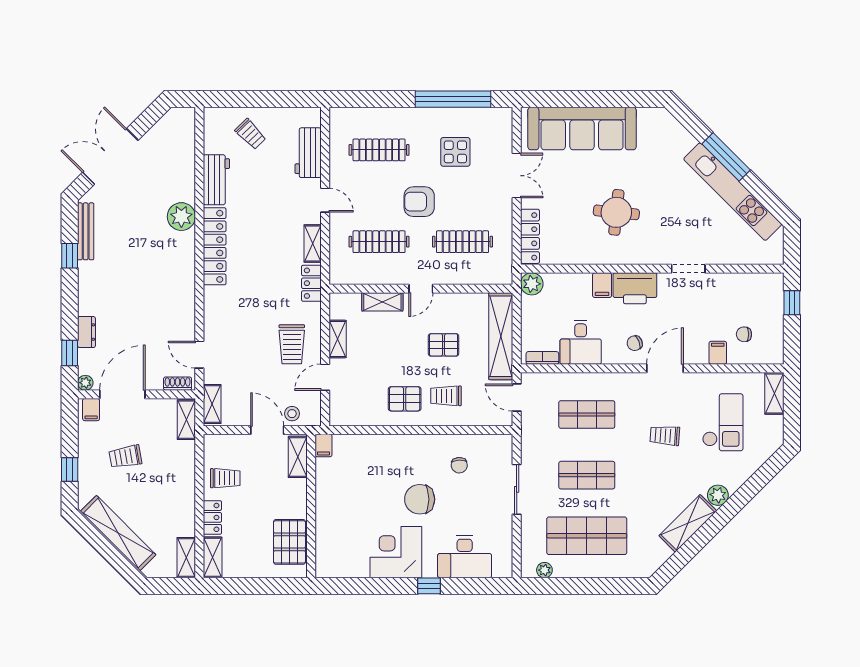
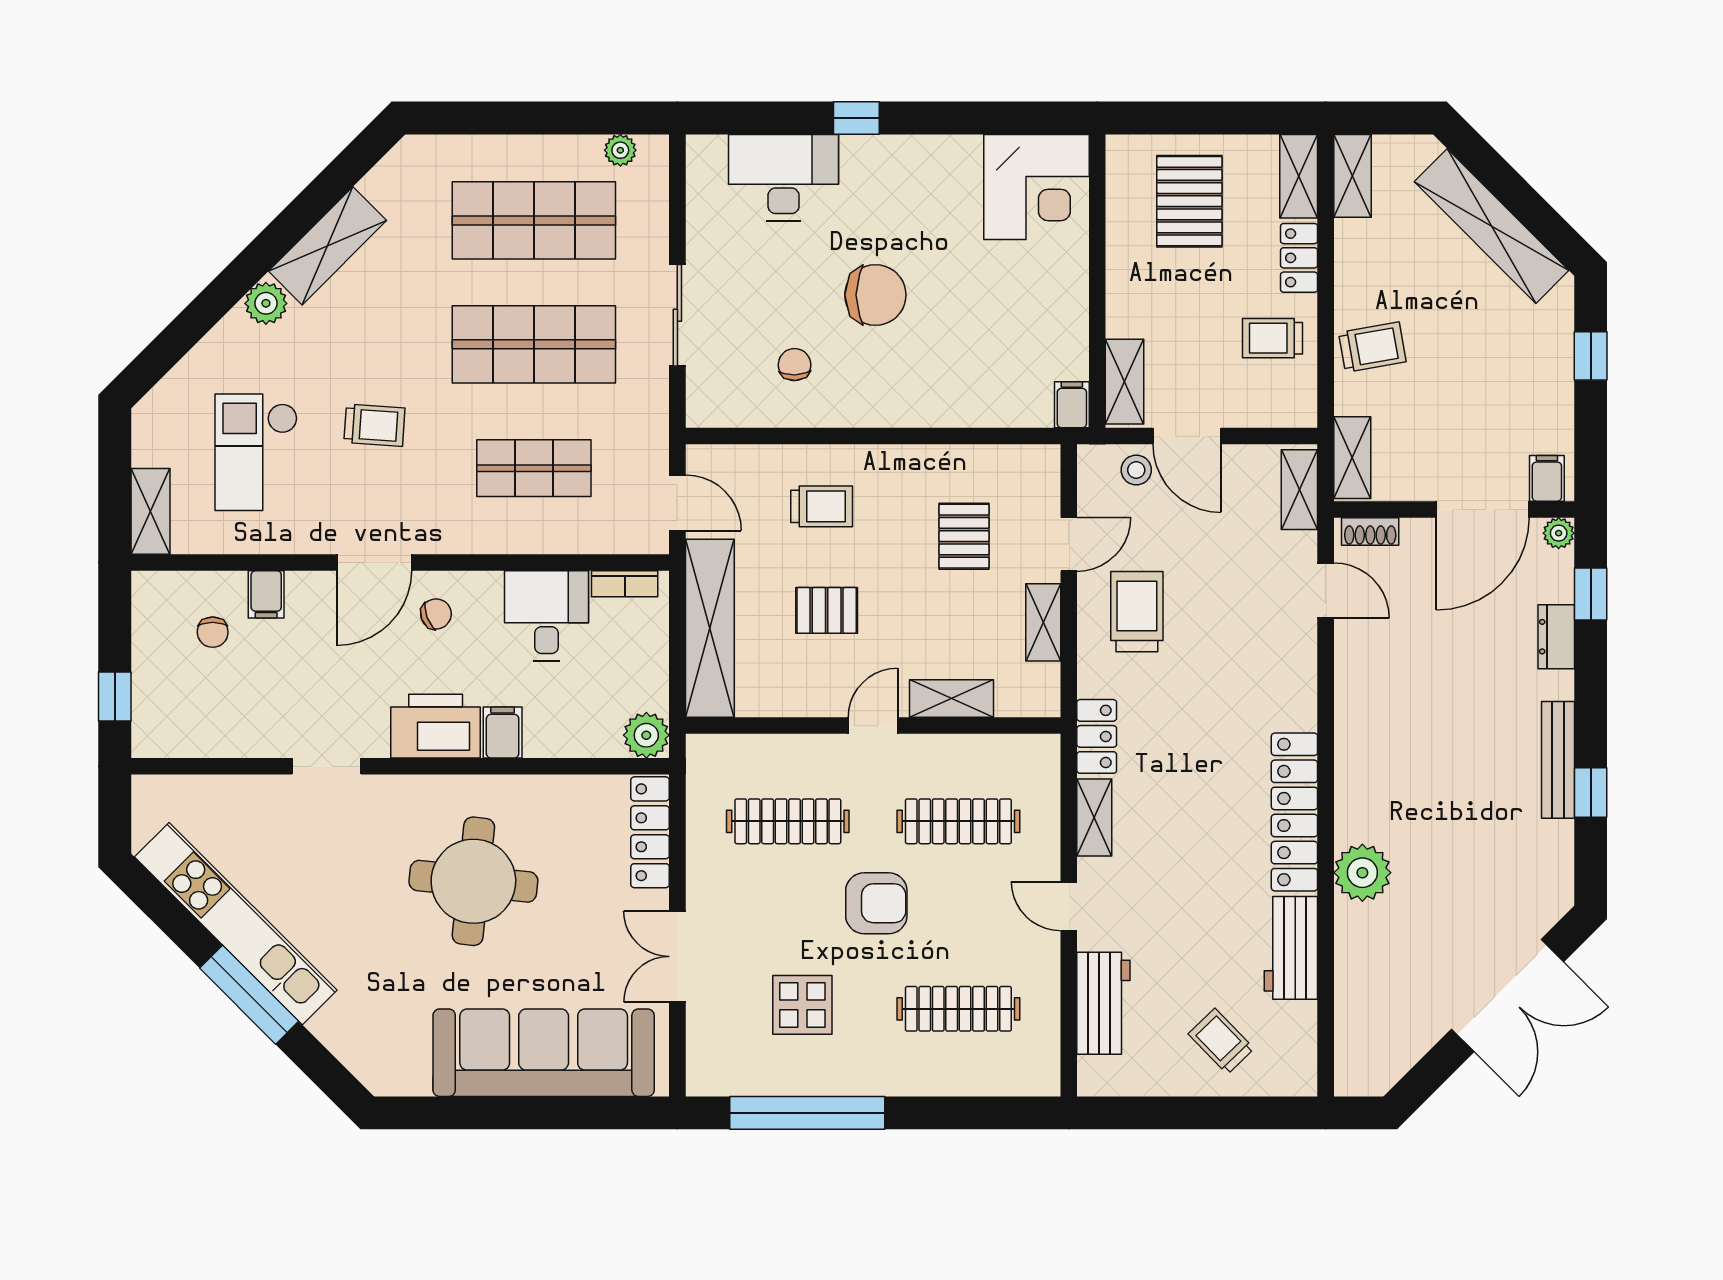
round table: (616, 212) -> (473, 881), width x1.36, depth x1.36
bench: (86, 231) -> (1558, 760), moved
chair: (744, 334) -> (213, 632), turned 90
pallet: (405, 399) -> (964, 536), moved, turned 90
trolley: (125, 457) -> (1372, 347), moved
shop shelf: (587, 475) -> (534, 344), width x1.43, depth x1.36
pallet: (289, 542) -> (1189, 201), moved
corner desk: (396, 552) -> (1036, 187), moved

